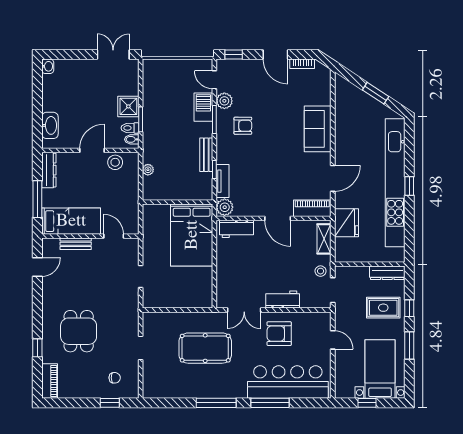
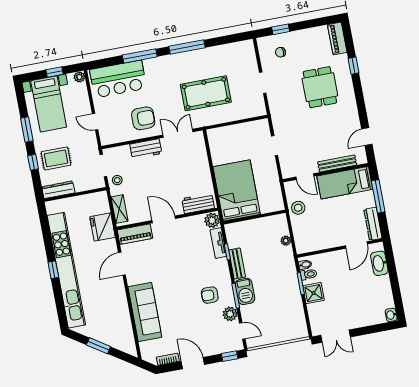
barbecue: (203, 107) -> (245, 291), moved
sofa: (318, 129) -> (145, 312), width x1.36
door: (92, 150) -> (356, 245), moved
stool: (115, 162) -> (298, 208), moved
bench: (76, 244) -> (337, 164), width x1.36
bar counter: (288, 382) -> (118, 79), width x0.73
plant: (341, 392) -> (79, 77), added

